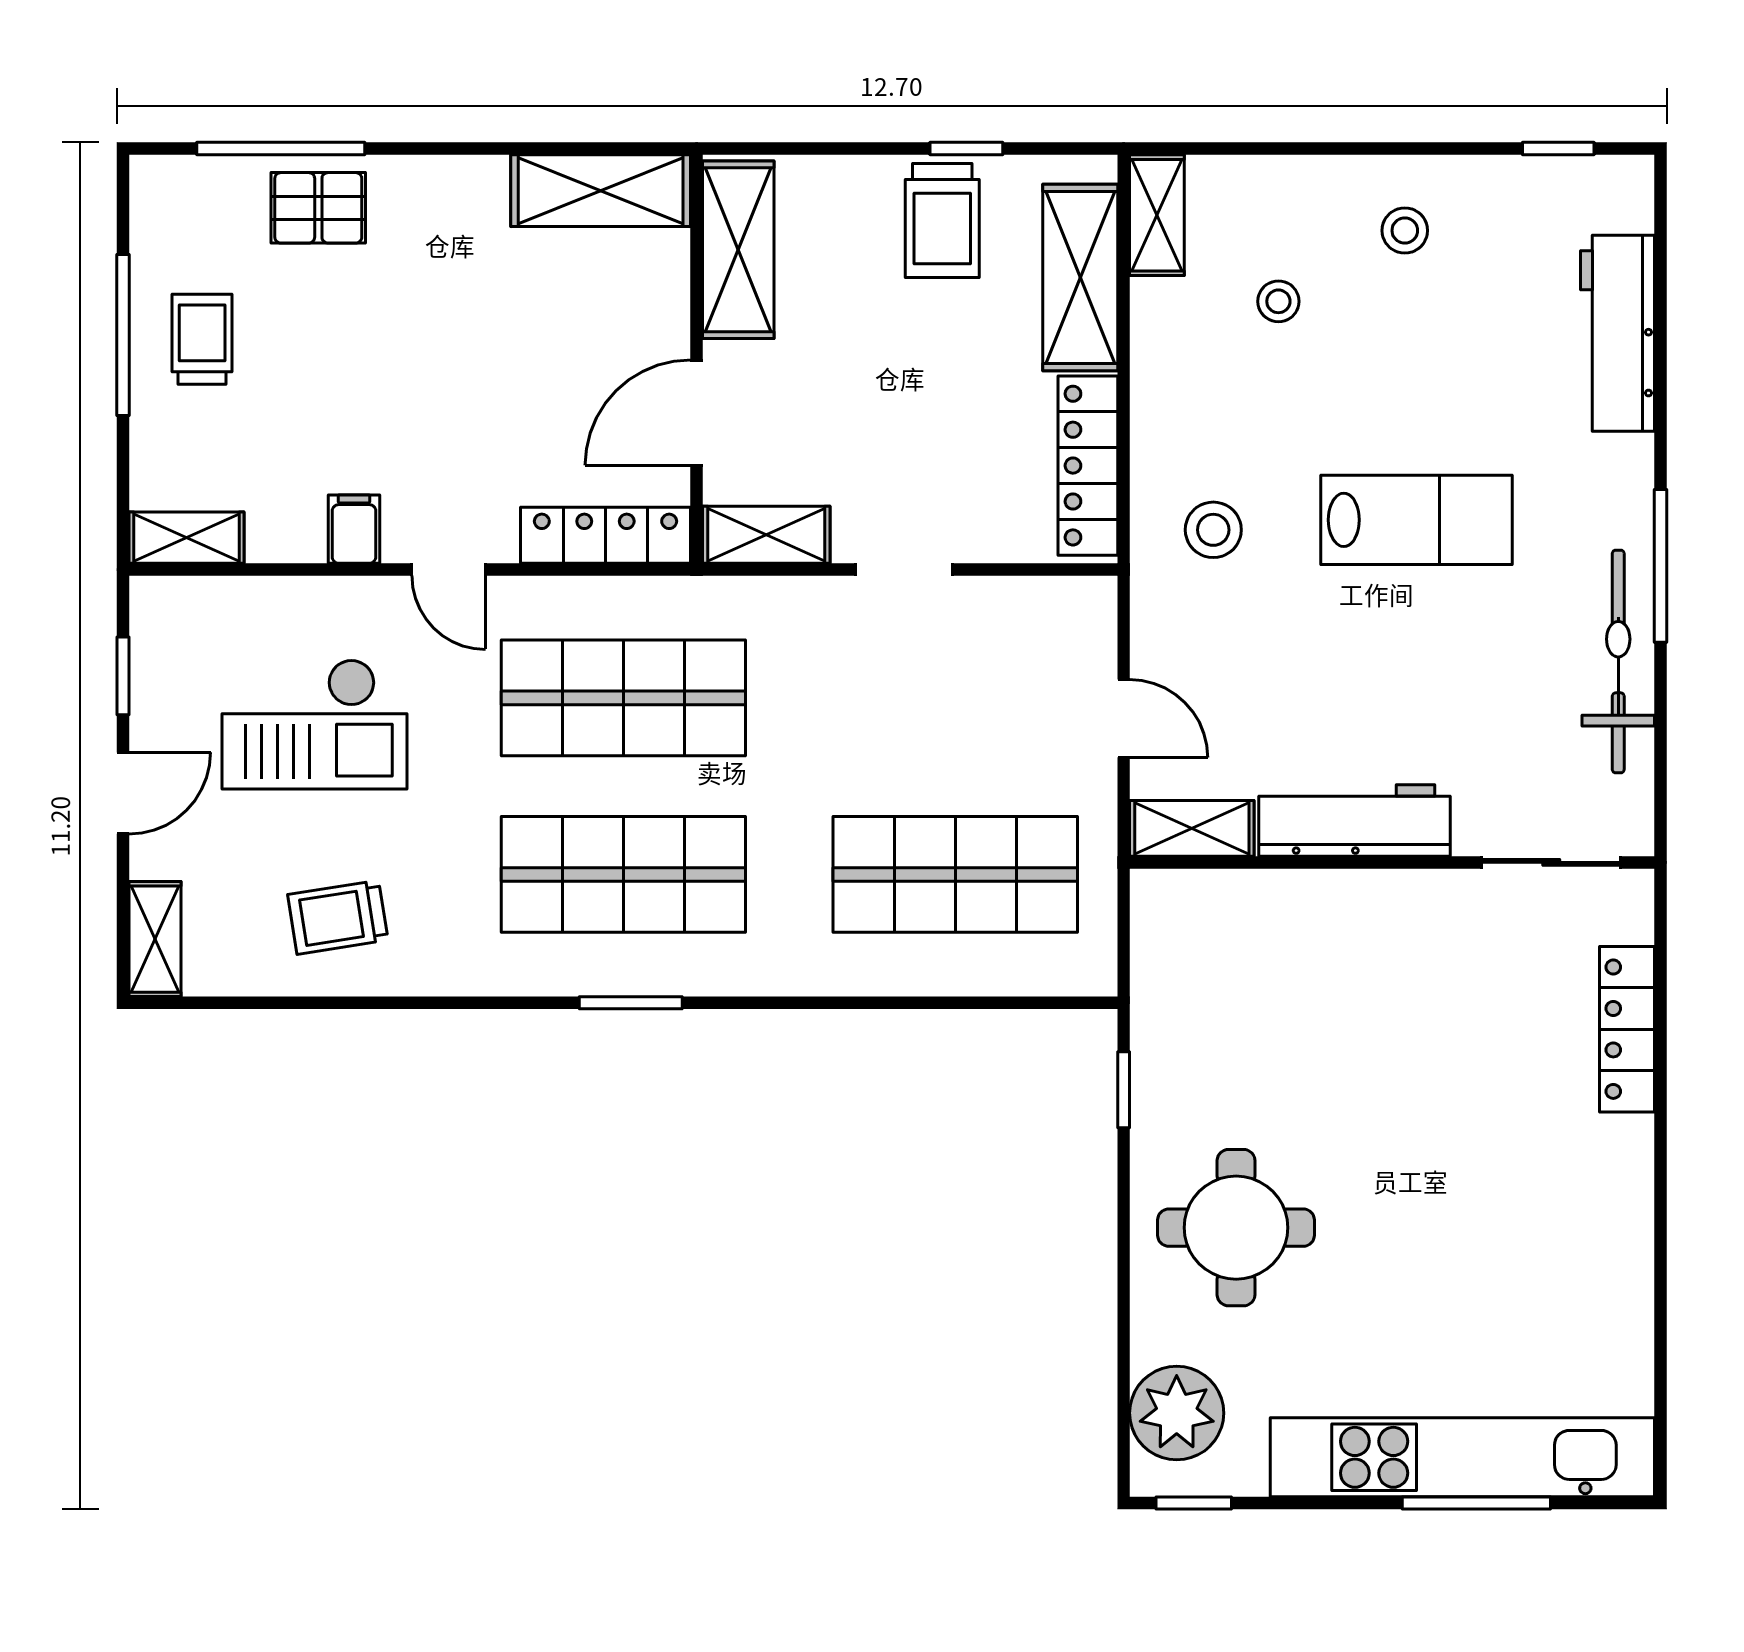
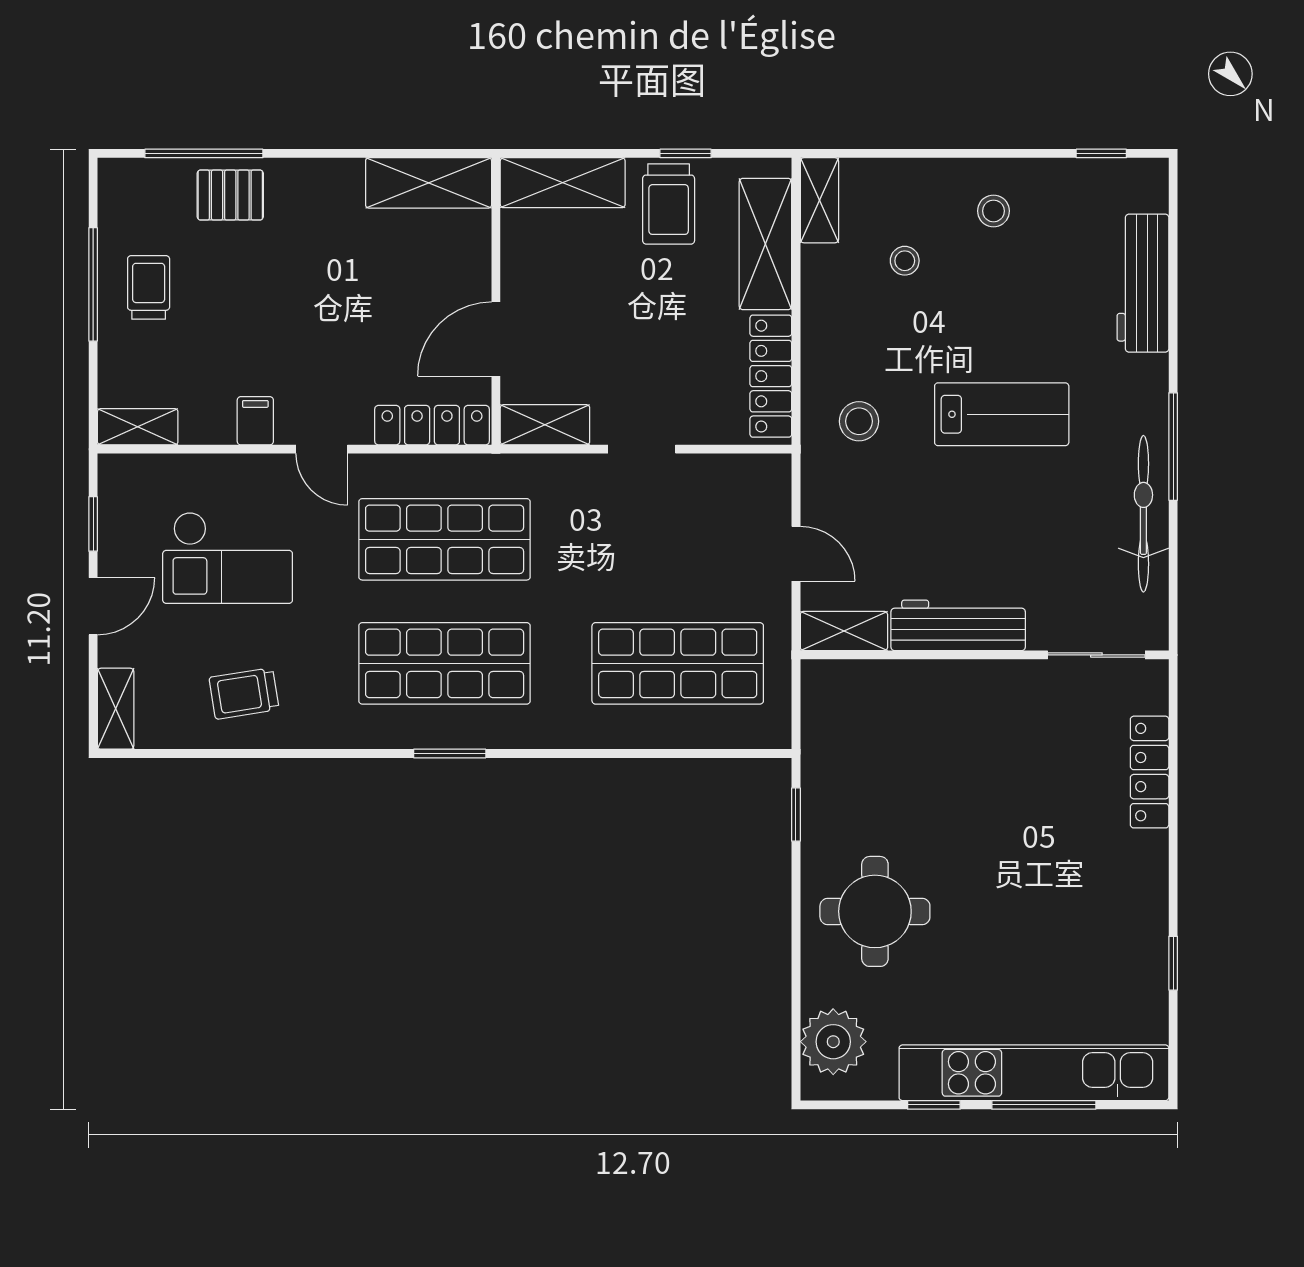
shelving: (738, 250) -> (563, 183), moved, turned 90
window: (1661, 1301) -> (1173, 963), added
window: (1194, 1503) -> (934, 1105), moved

